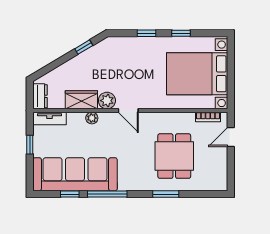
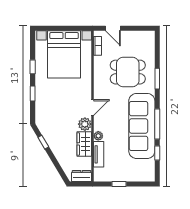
tv unit: (49, 118) -> (99, 154), moved
sofa: (75, 174) -> (142, 126), moved

